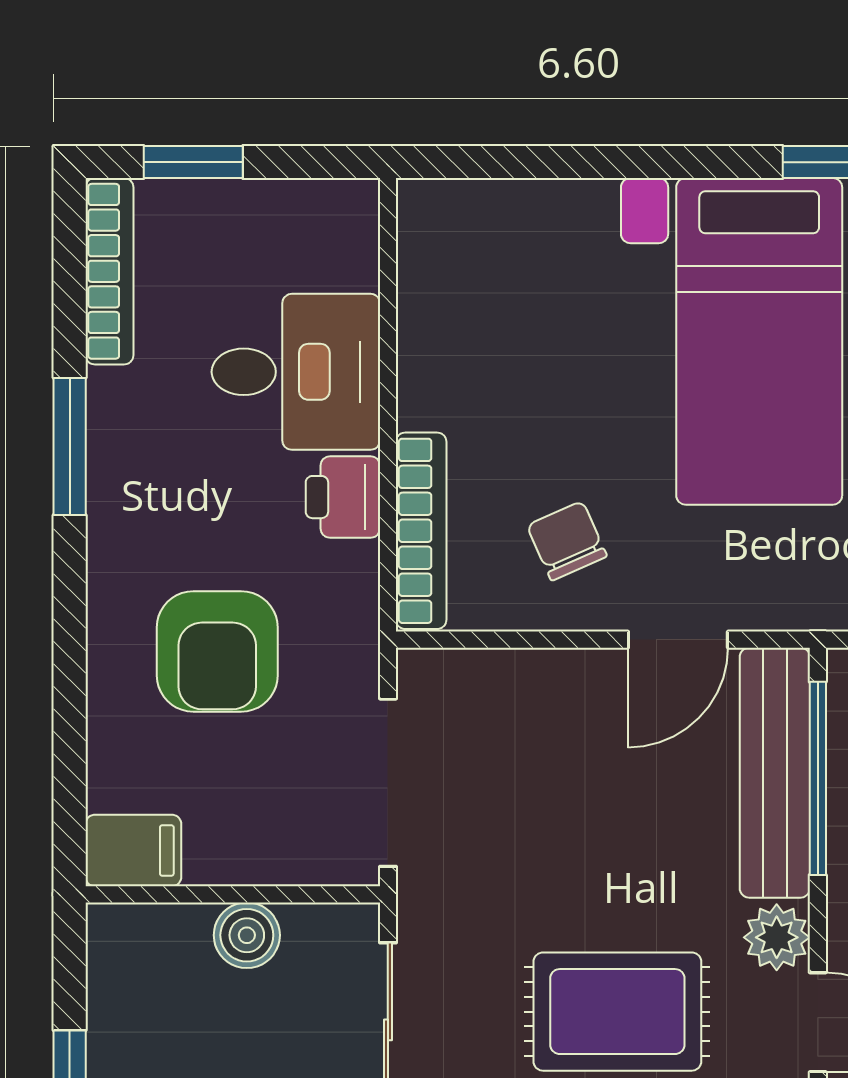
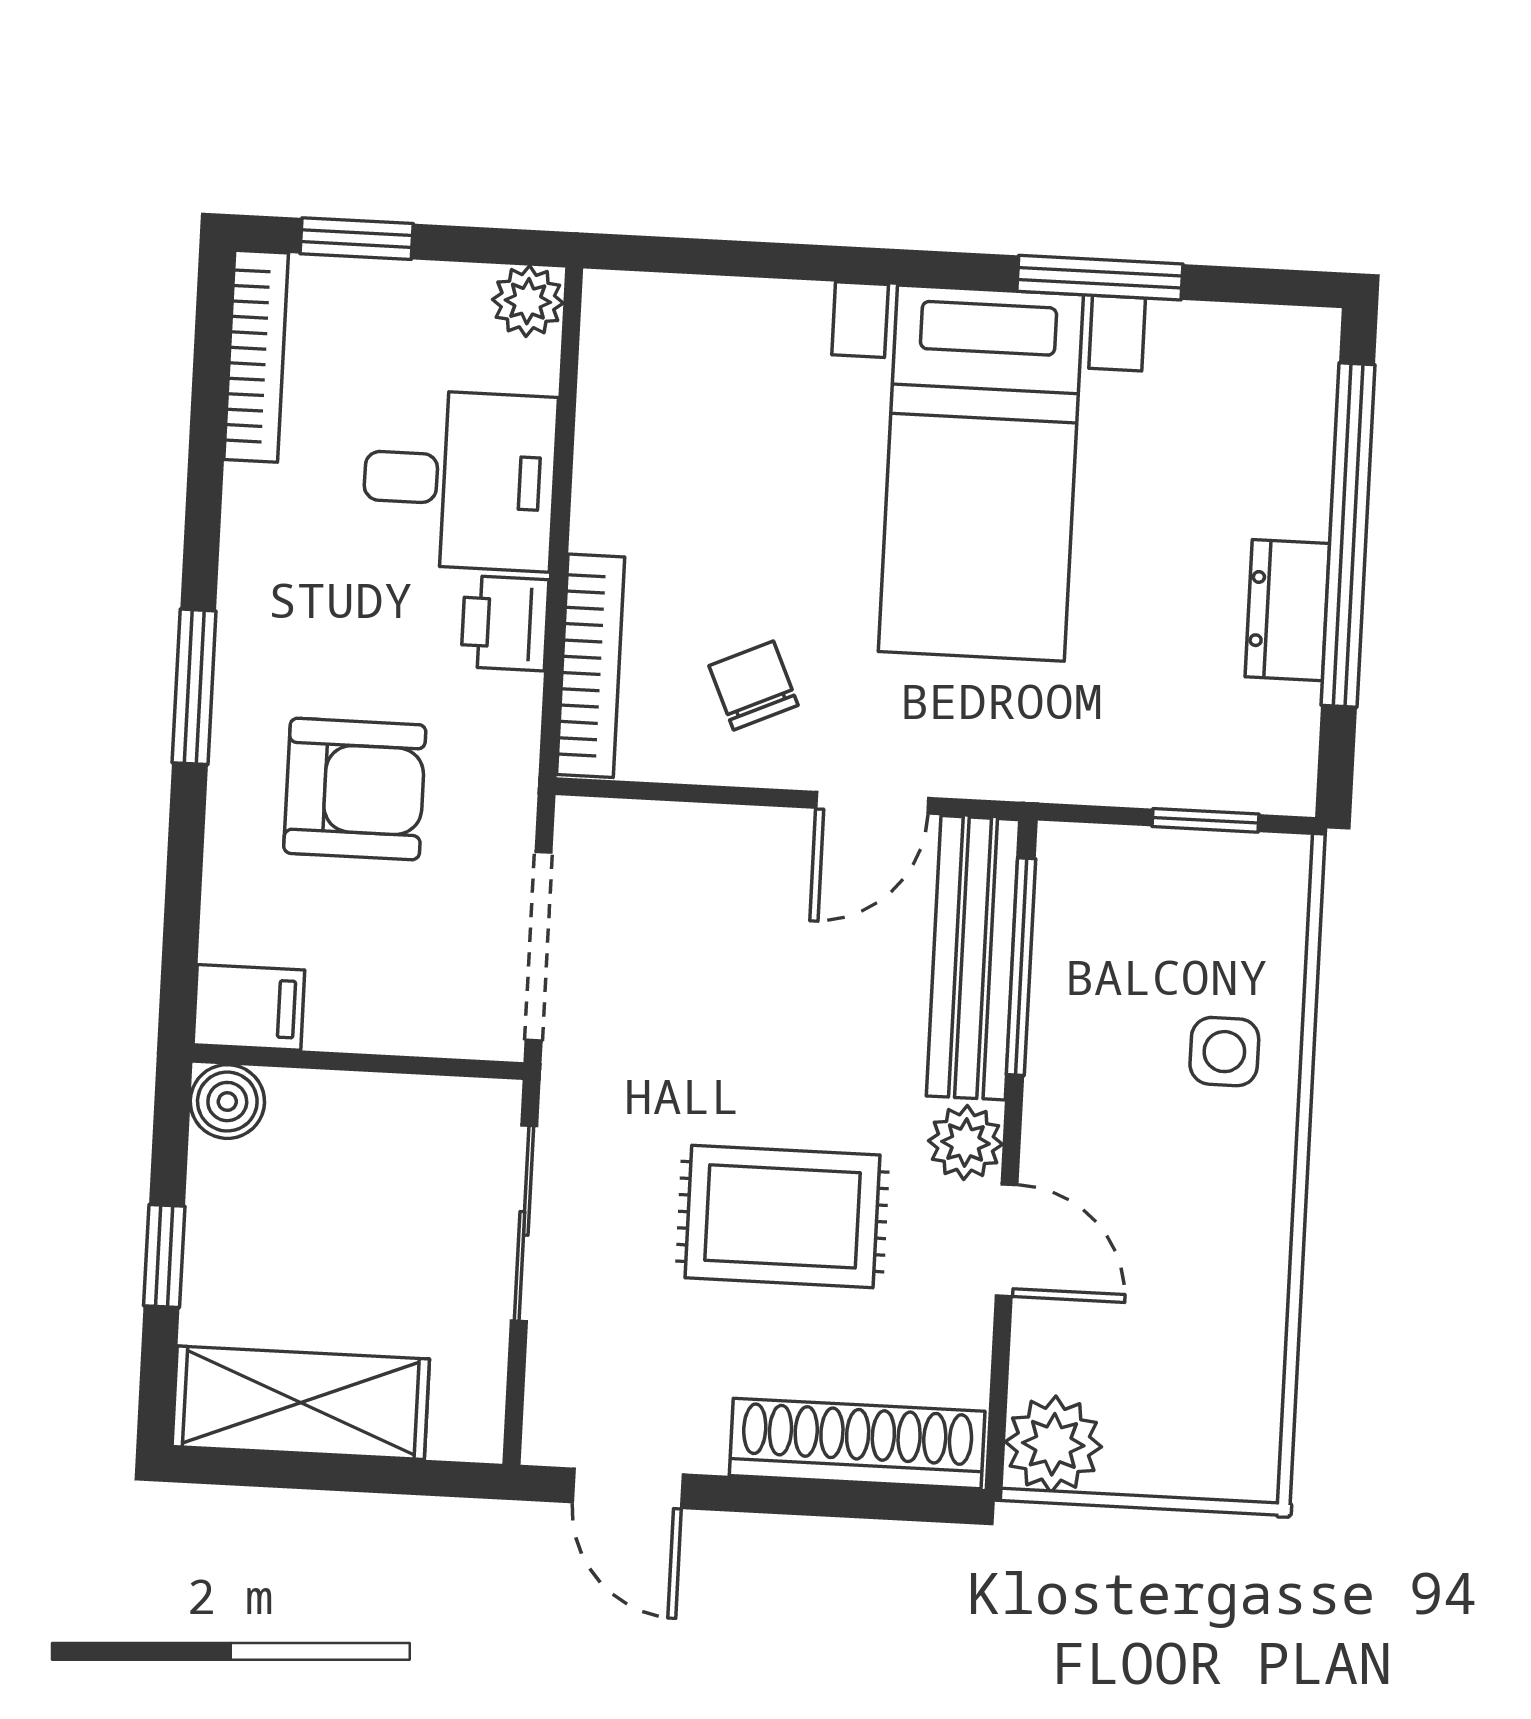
plant: (348, 210) -> (528, 301), added
window: (70, 446) -> (194, 687), moved
armchair: (217, 651) -> (355, 789), turned -90
boiler: (247, 935) -> (227, 1102), moved

